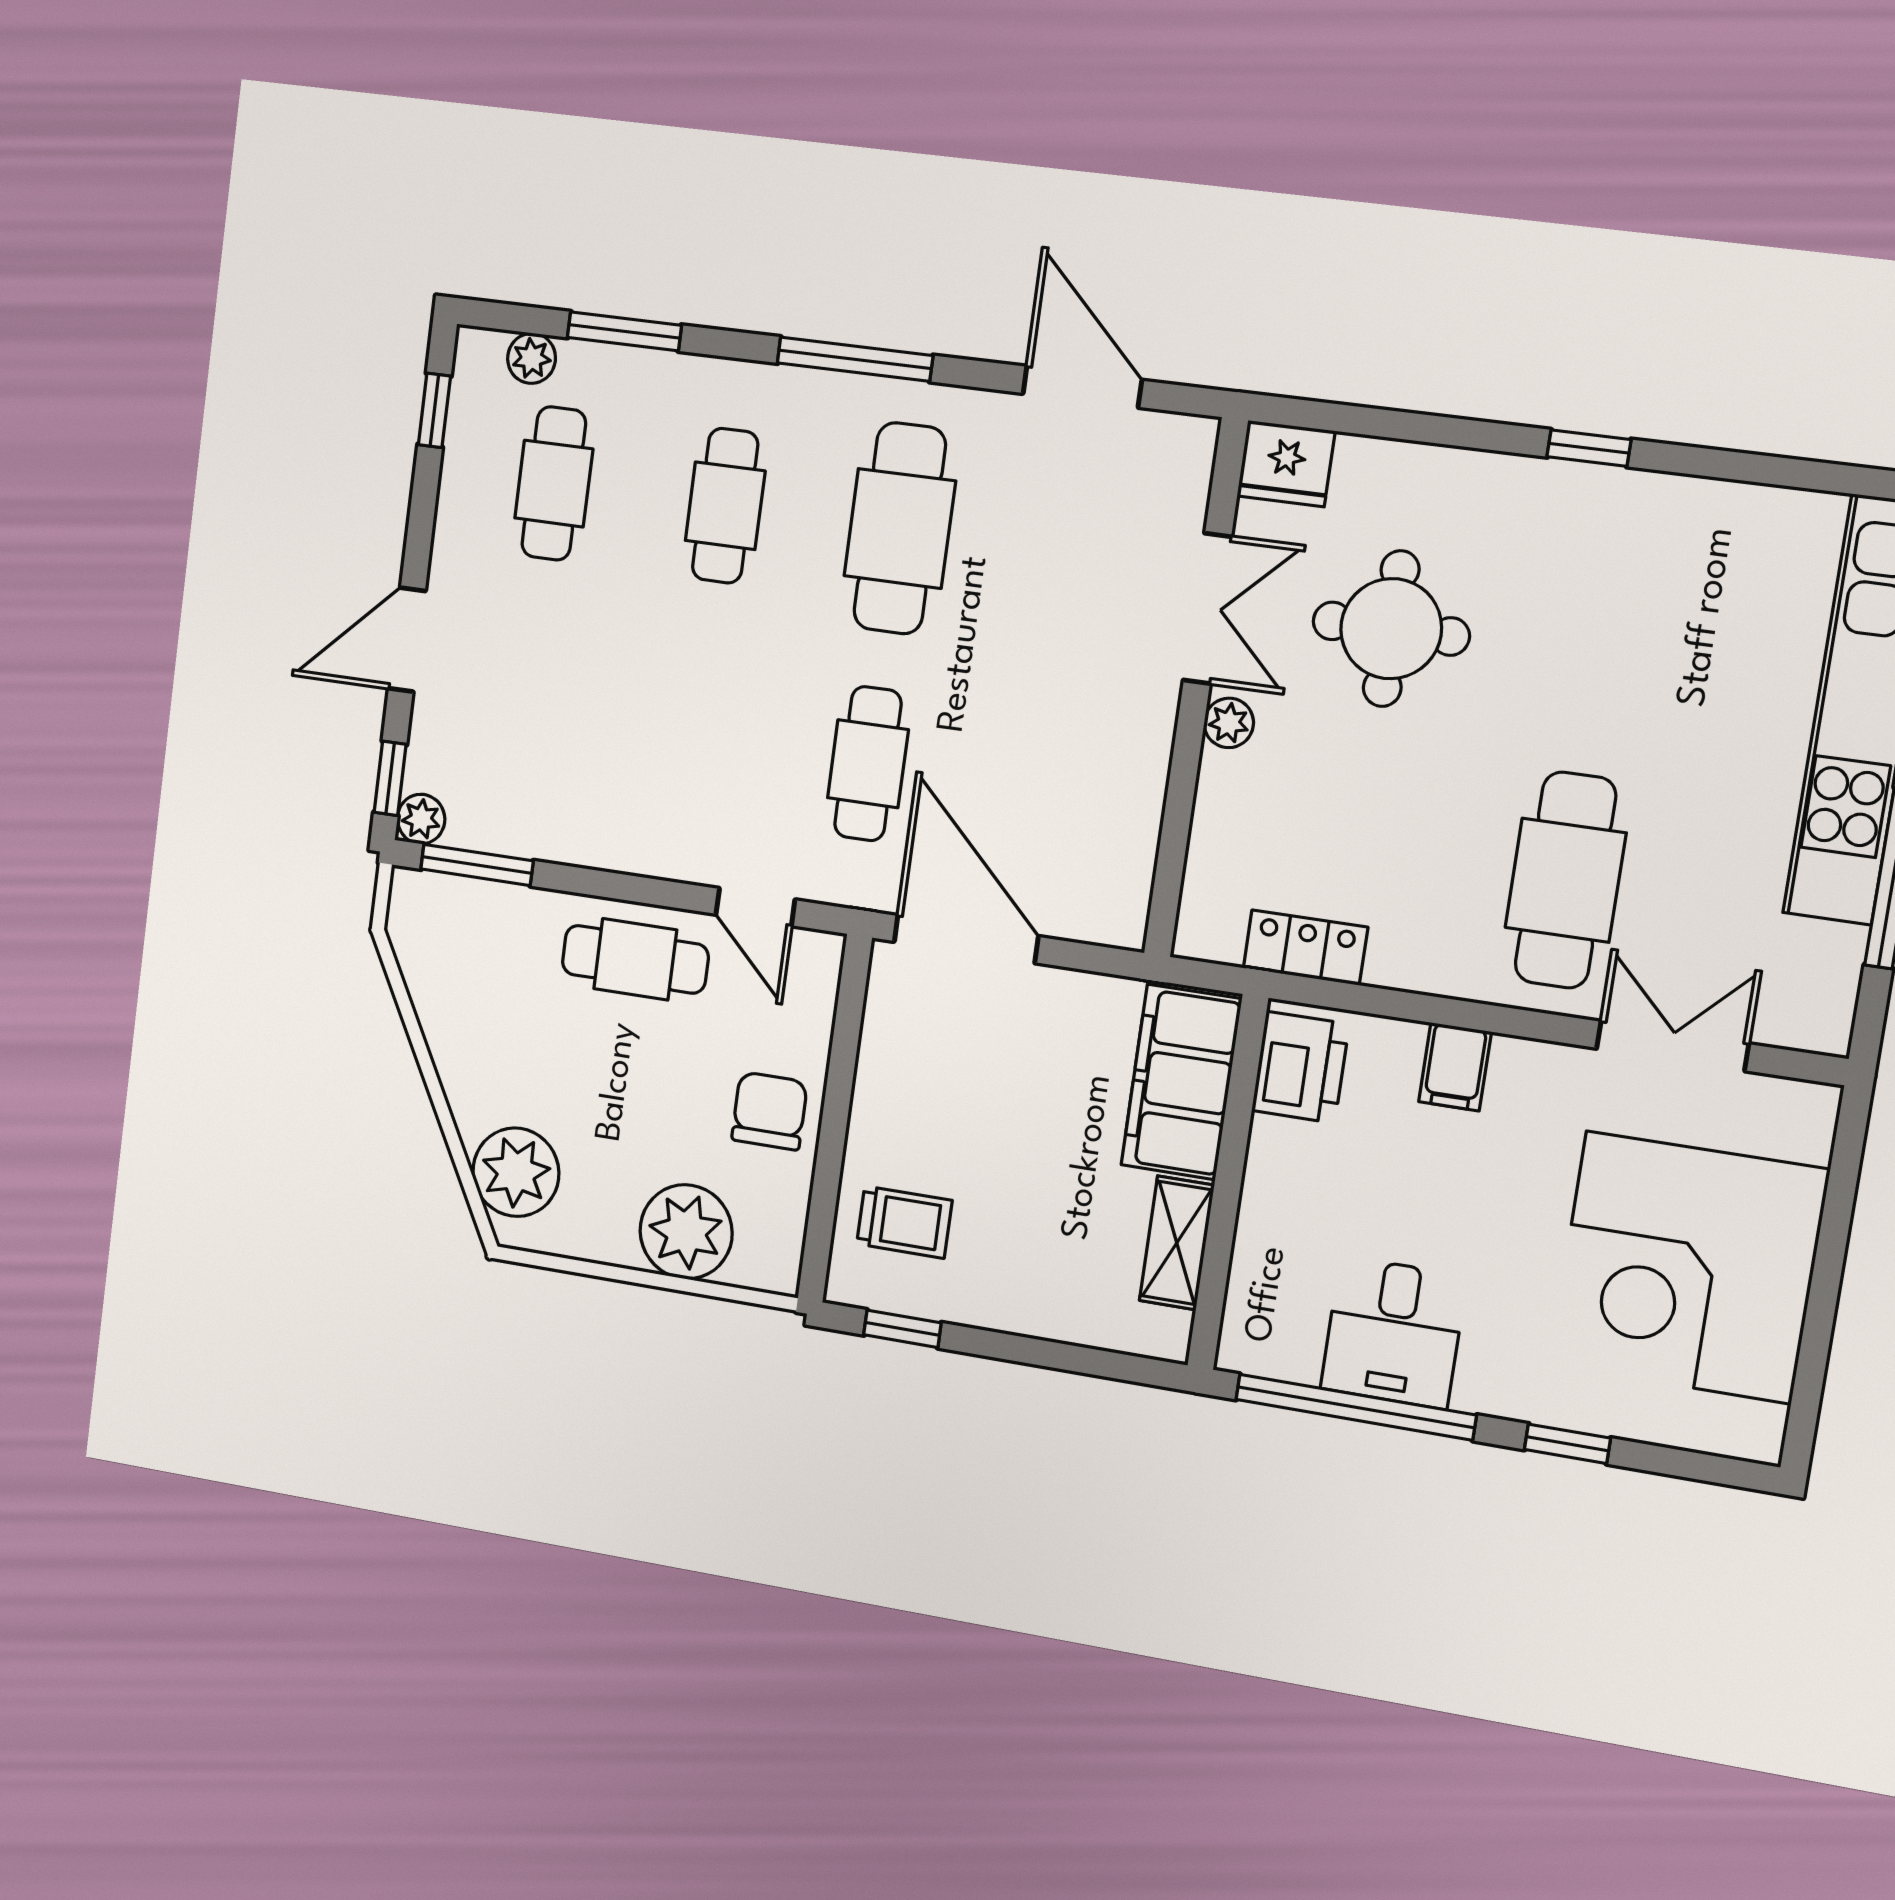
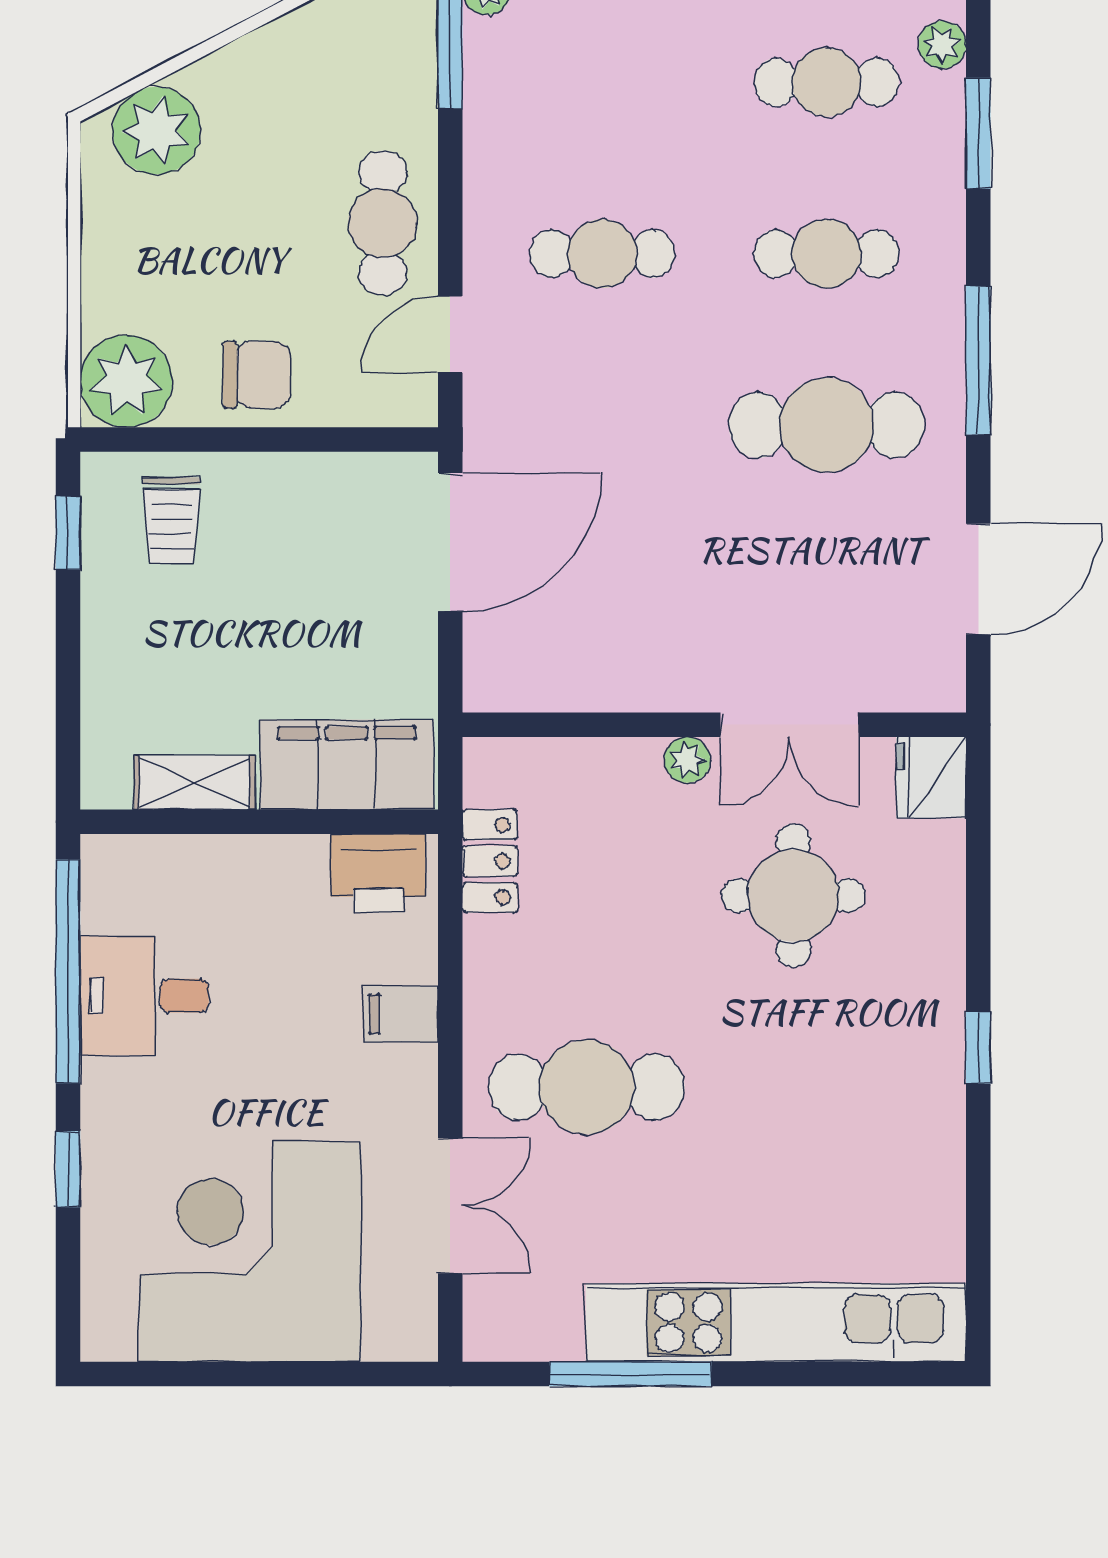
cafe table: (868, 764) -> (602, 254), moved
plant: (686, 1232) -> (126, 381), moved

